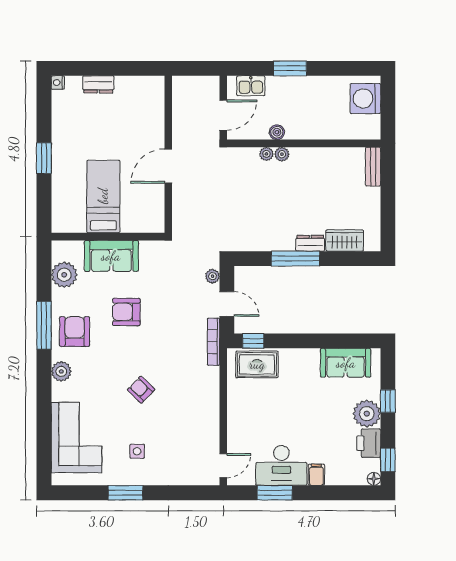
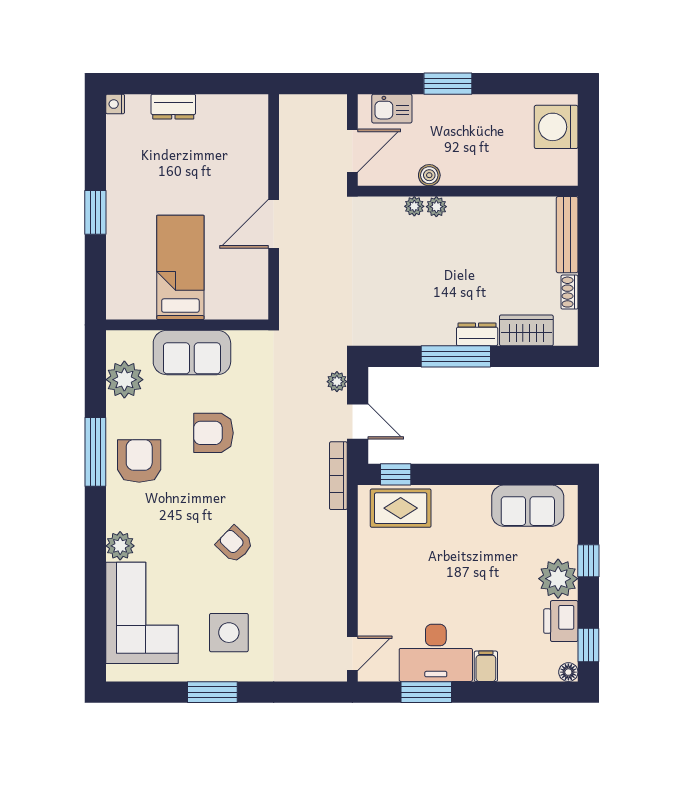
bench: (373, 167) -> (567, 235), width x1.36
shoe rack: (375, 214) -> (569, 292), added
plant: (61, 371) -> (120, 546), moved
side table: (137, 451) -> (229, 633), width x1.87, depth x1.87

